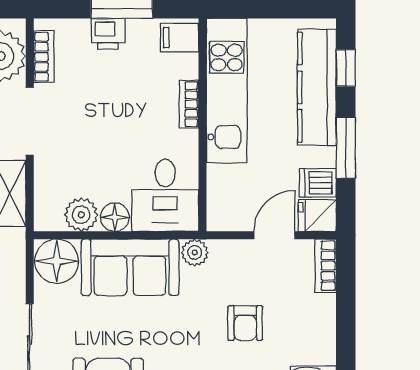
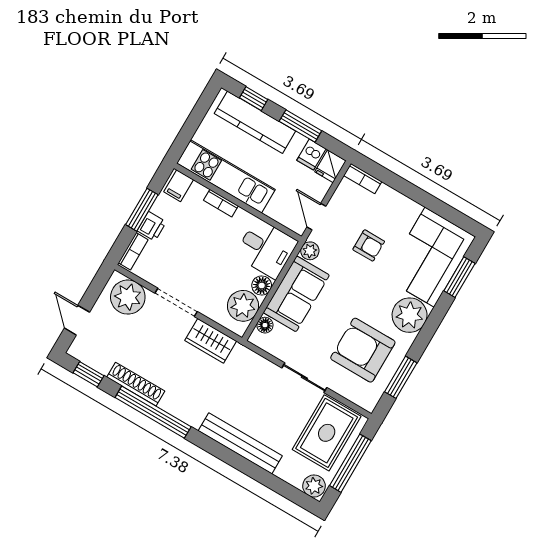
bookcase: (44, 57) -> (133, 251), moved, turned 90
plant: (81, 215) -> (243, 306), width x1.36, depth x1.36
door: (274, 235) -> (316, 217), moved
floor lamp: (57, 261) -> (265, 325), width x0.53, depth x0.53

